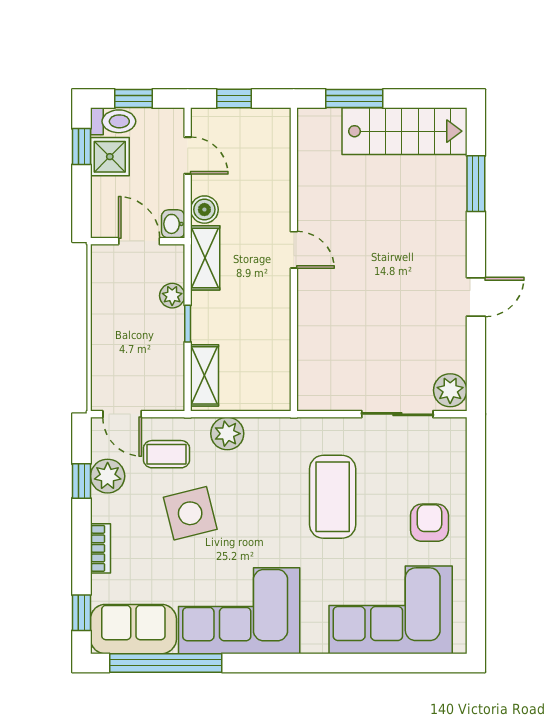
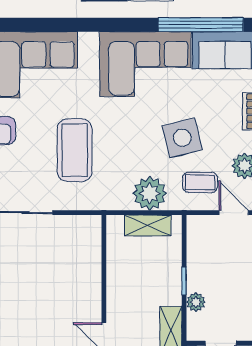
shelving: (205, 375) -> (148, 225), moved, turned 90
plant: (227, 434) -> (150, 193), width x1.36, depth x1.36

